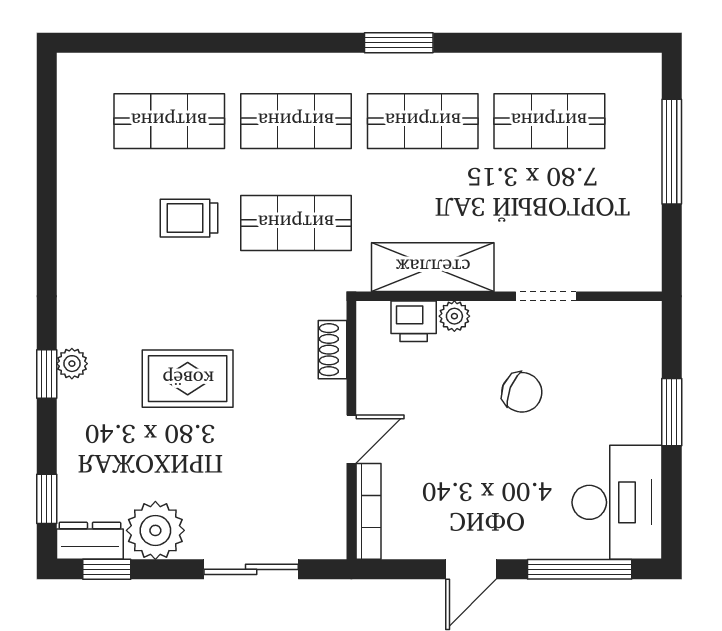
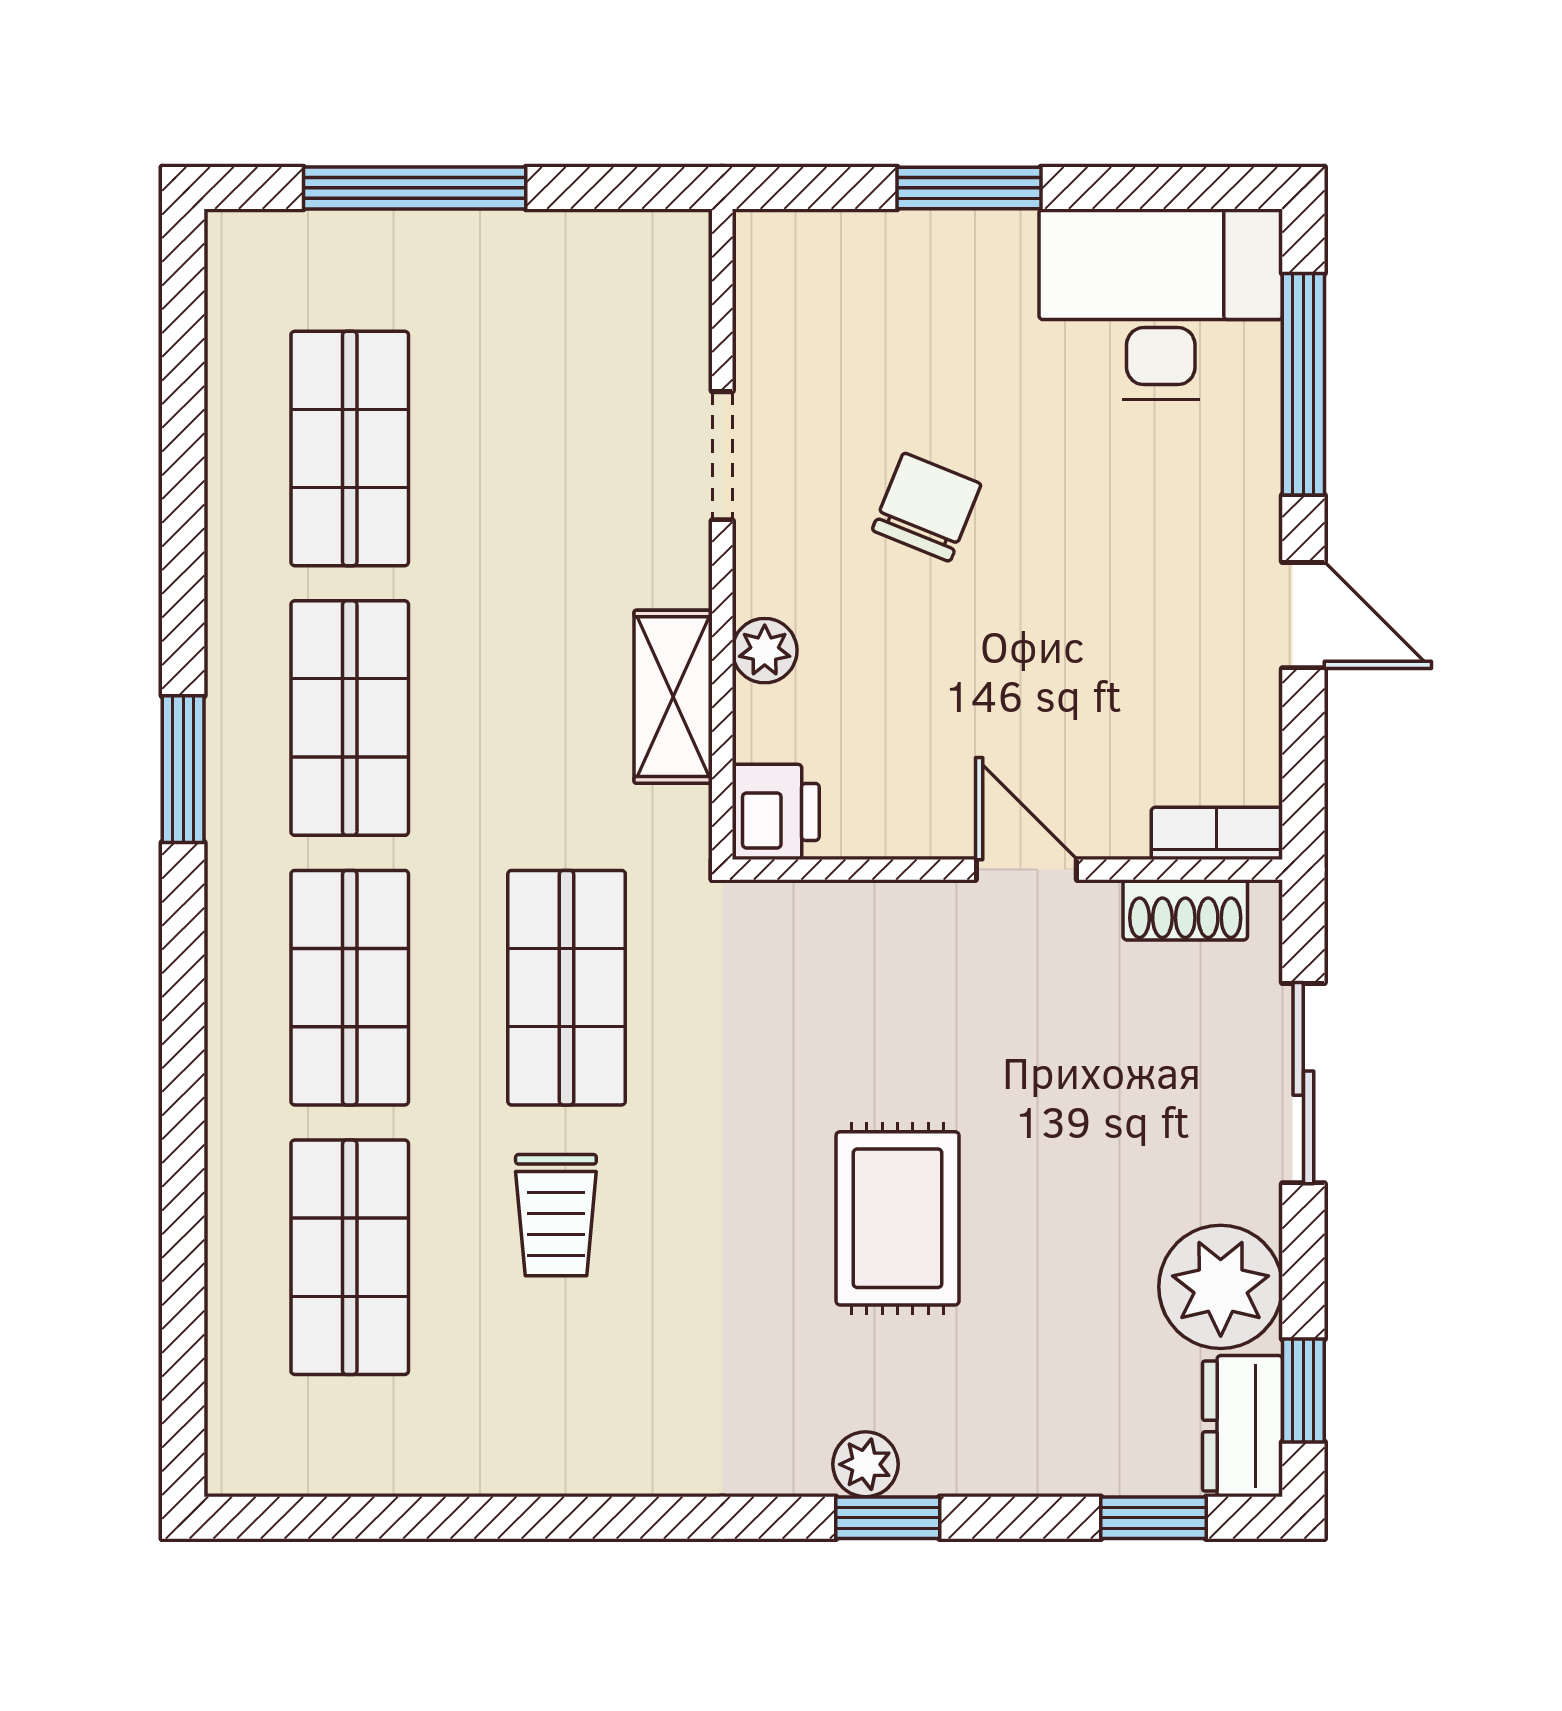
shelving: (433, 267) -> (673, 697), width x0.67, depth x0.75
printer: (414, 321) -> (776, 812), moved
shoe rack: (333, 350) -> (1185, 910), moved
bookcase: (368, 511) -> (1217, 833), width x0.64

